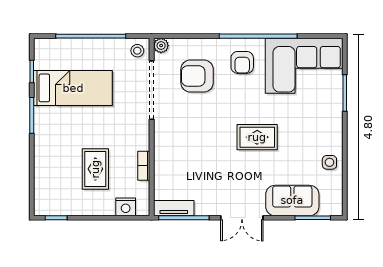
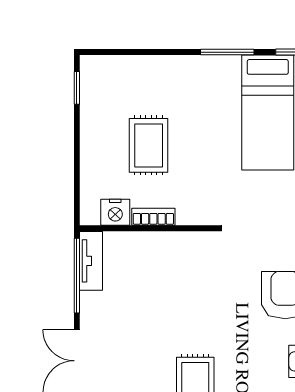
rug: (95, 169) -> (149, 145), turned 90
nightstand: (126, 207) -> (115, 212), moved, turned -90

